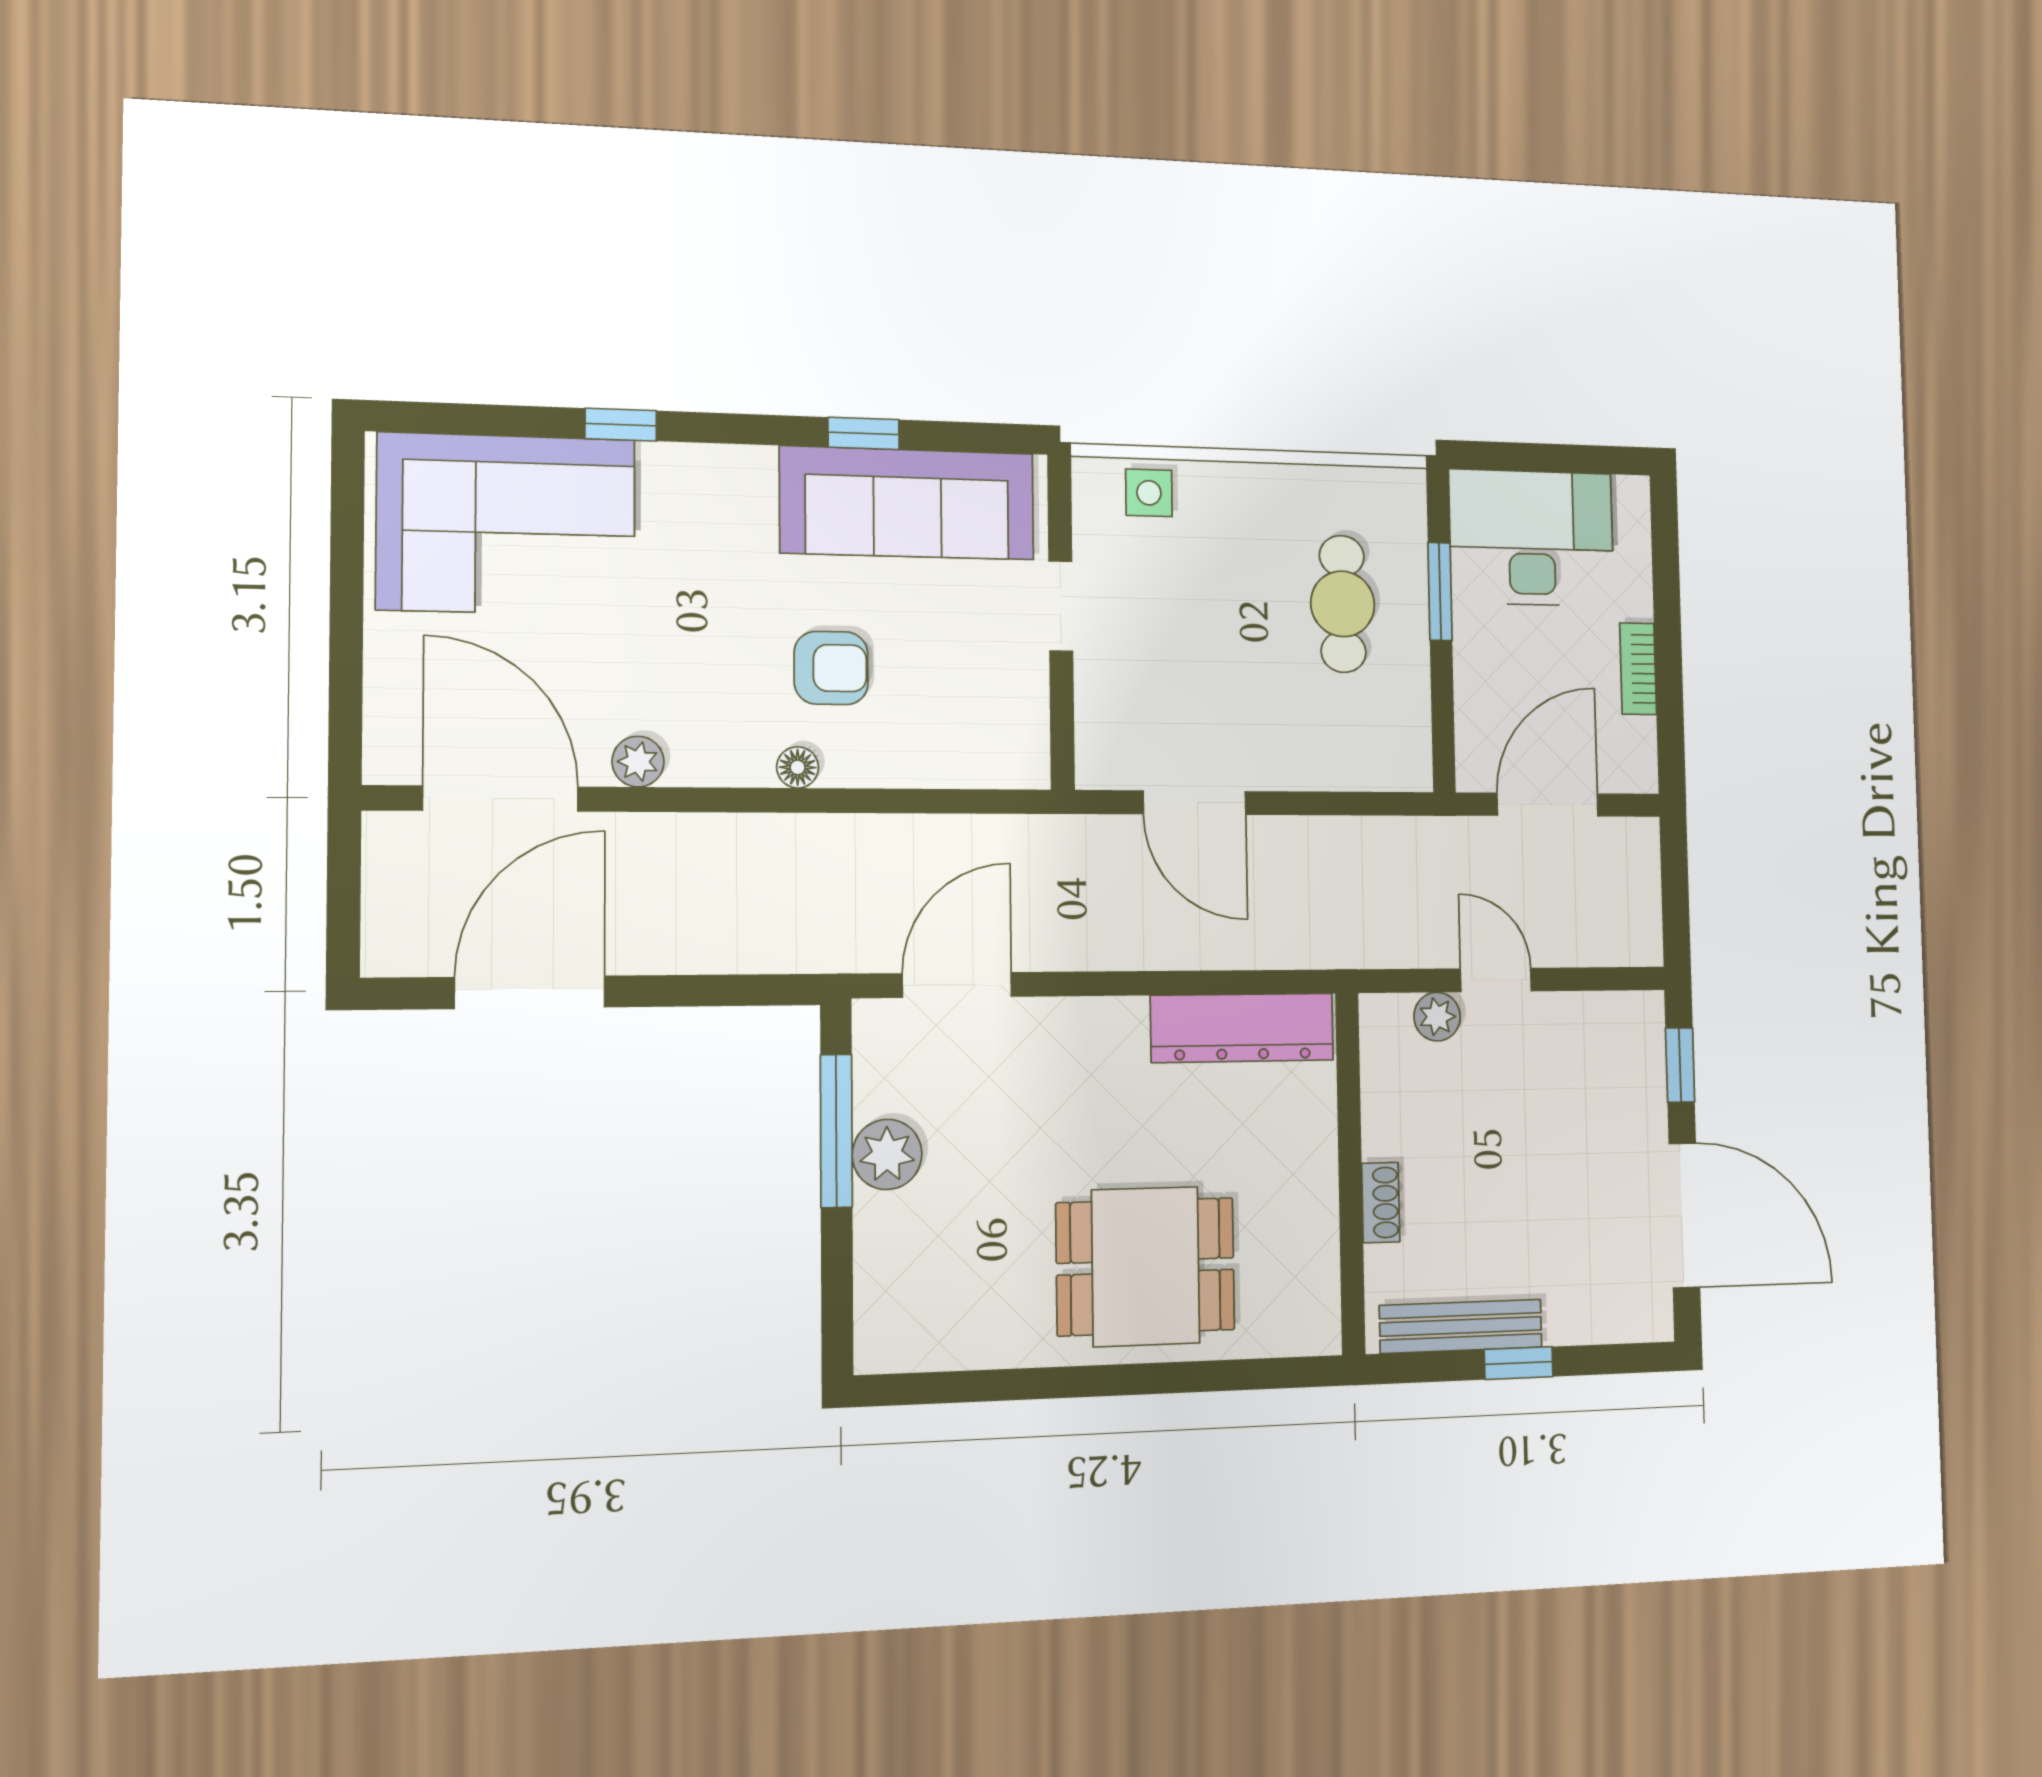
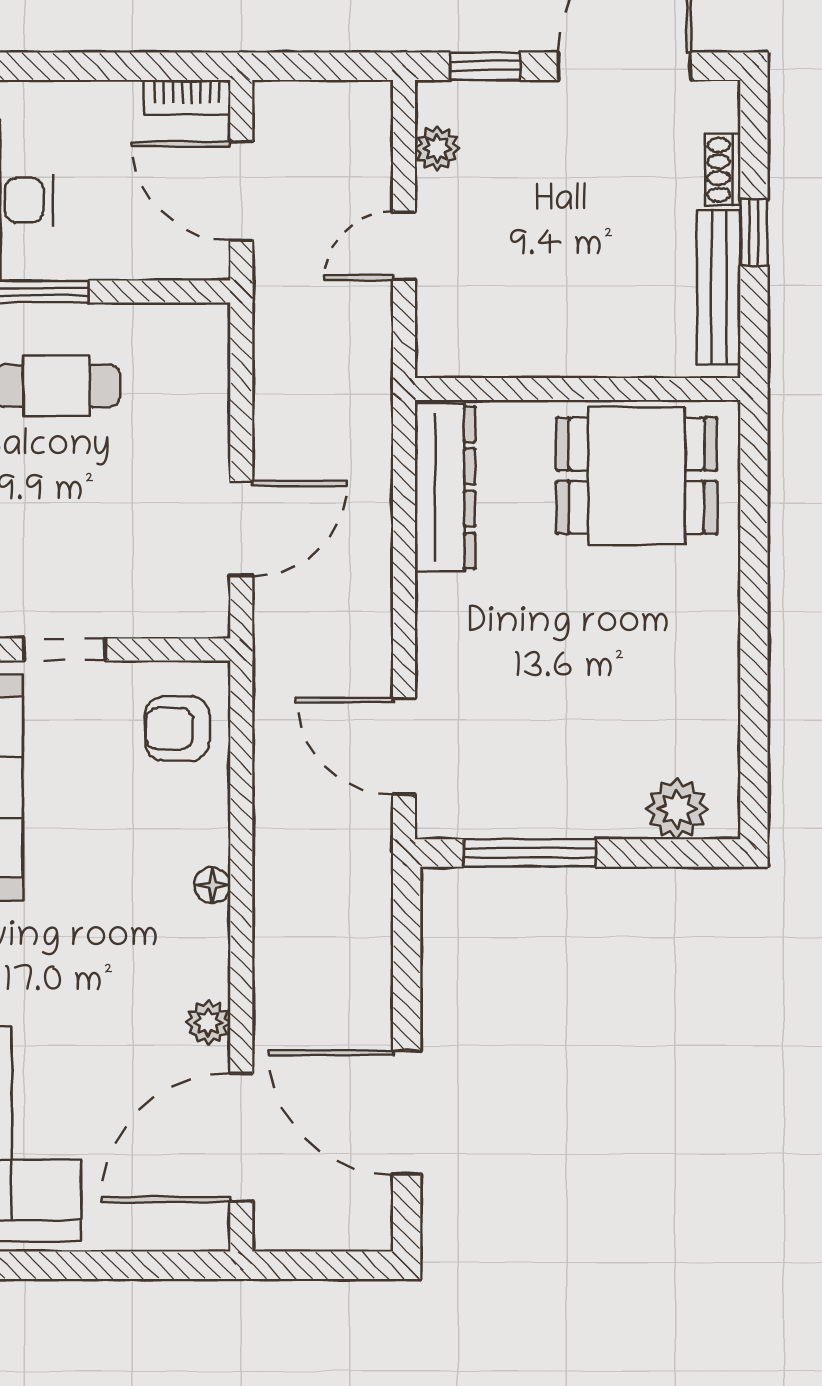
armchair: (831, 668) -> (177, 729), moved, turned -90
bookcase: (1638, 669) -> (187, 97), moved
plant: (1437, 1017) -> (437, 148), moved
plant: (887, 1154) -> (677, 809), moved
shoe rack: (1381, 1203) -> (723, 170), moved, turned -90
dining table: (1146, 1266) -> (637, 476), moved, turned 90

